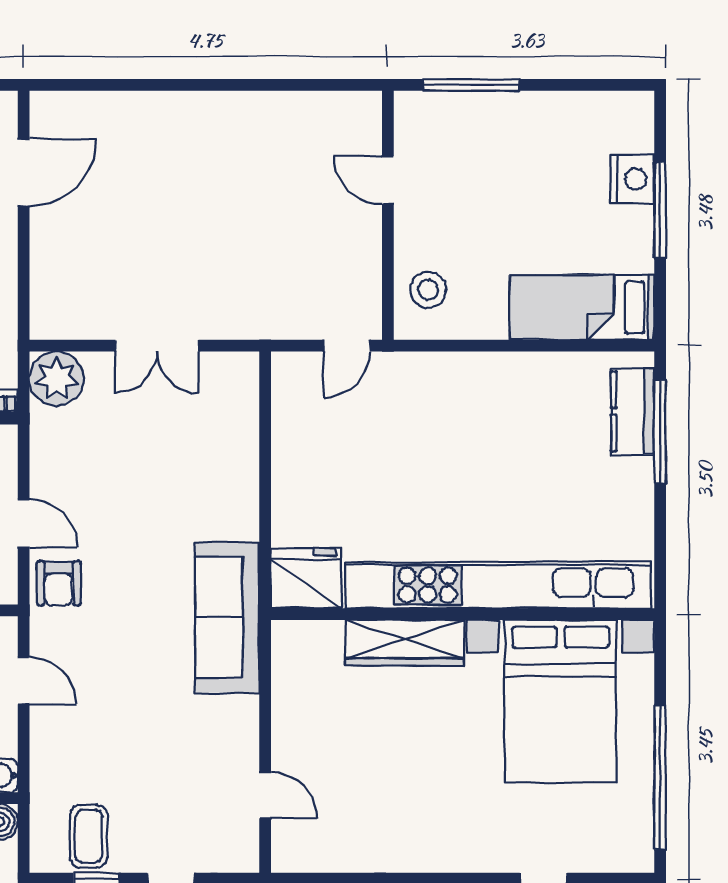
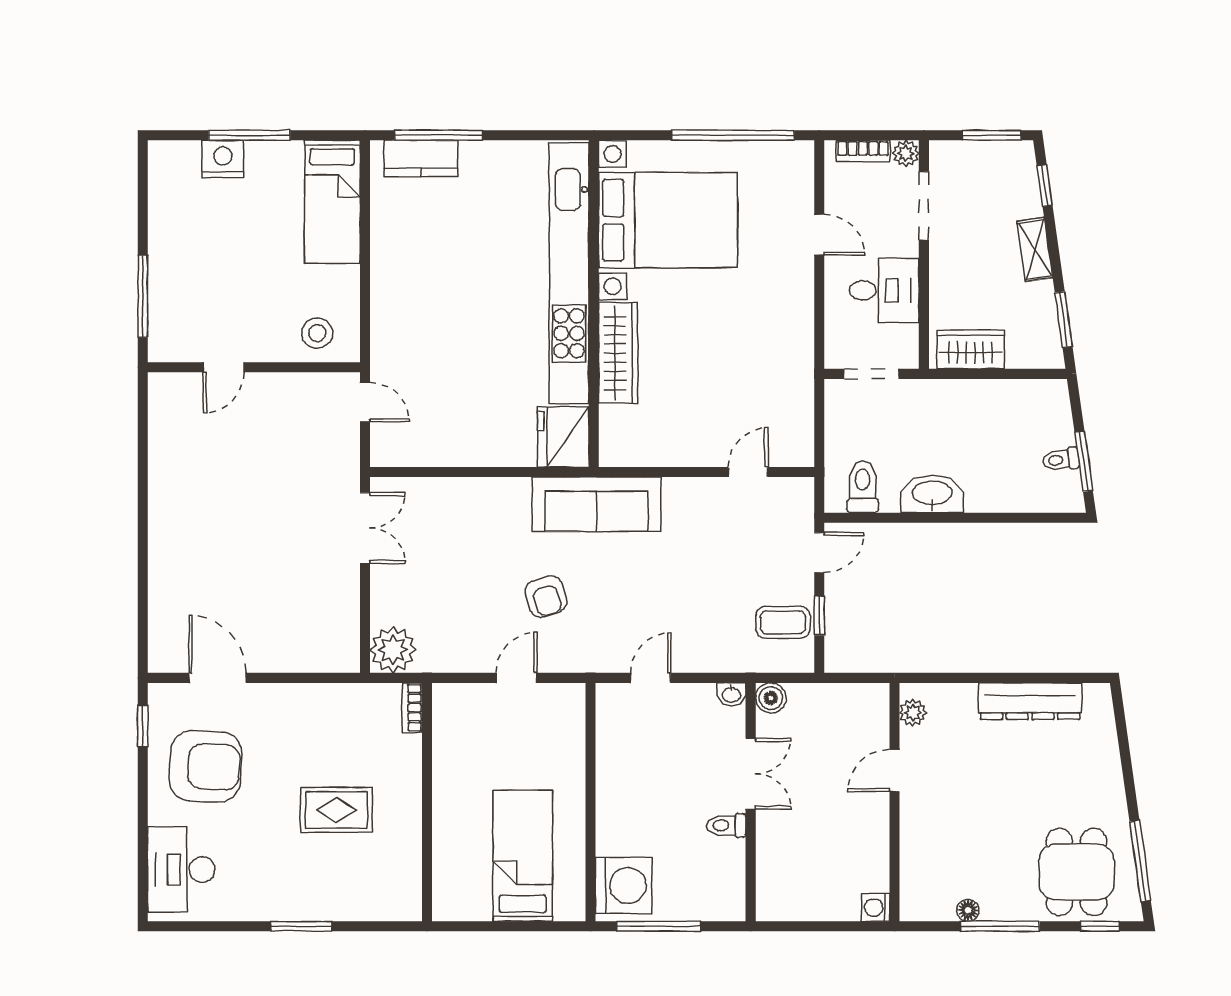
double door: (157, 346) -> (365, 528), moved
armchair: (59, 583) -> (546, 596), moved, turned 73

